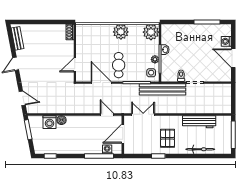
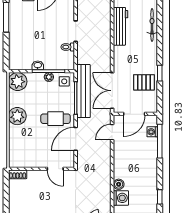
bench: (162, 89) -> (83, 91), moved
double door: (143, 114) -> (112, 91), width x1.37
door: (123, 134) -> (134, 114), hinge flipped
pallet: (168, 138) -> (144, 82), moved

